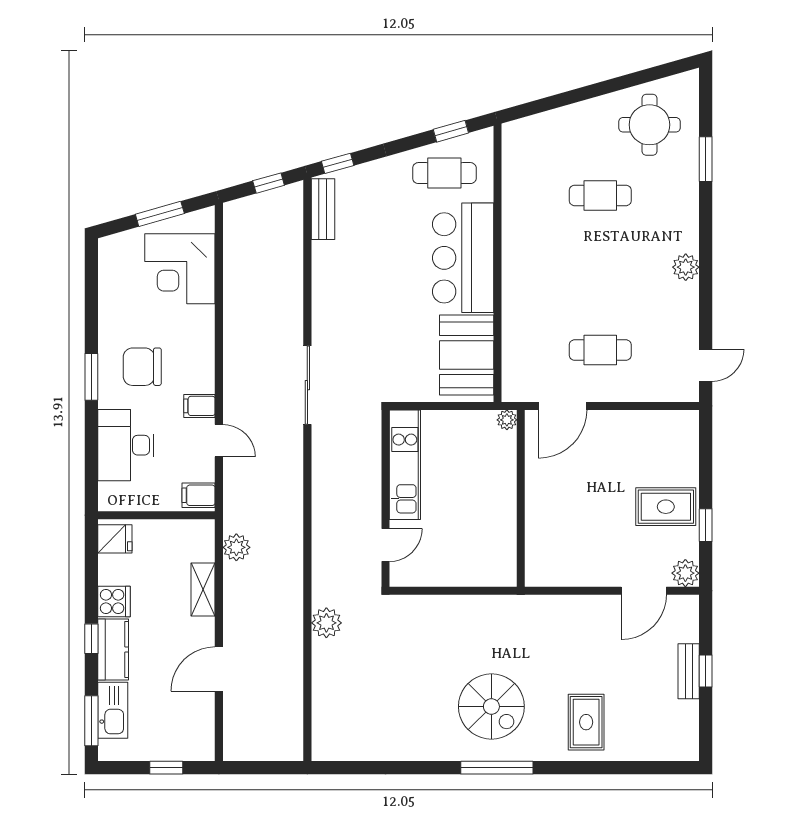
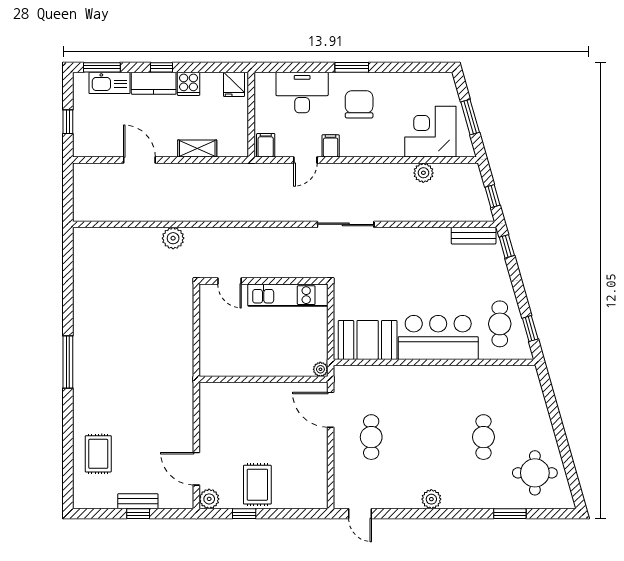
plant: (236, 547) -> (423, 173), moved
spiral stairs: (491, 707) -> (112, 358), removed
rug: (586, 722) -> (98, 454), moved, turned 90

